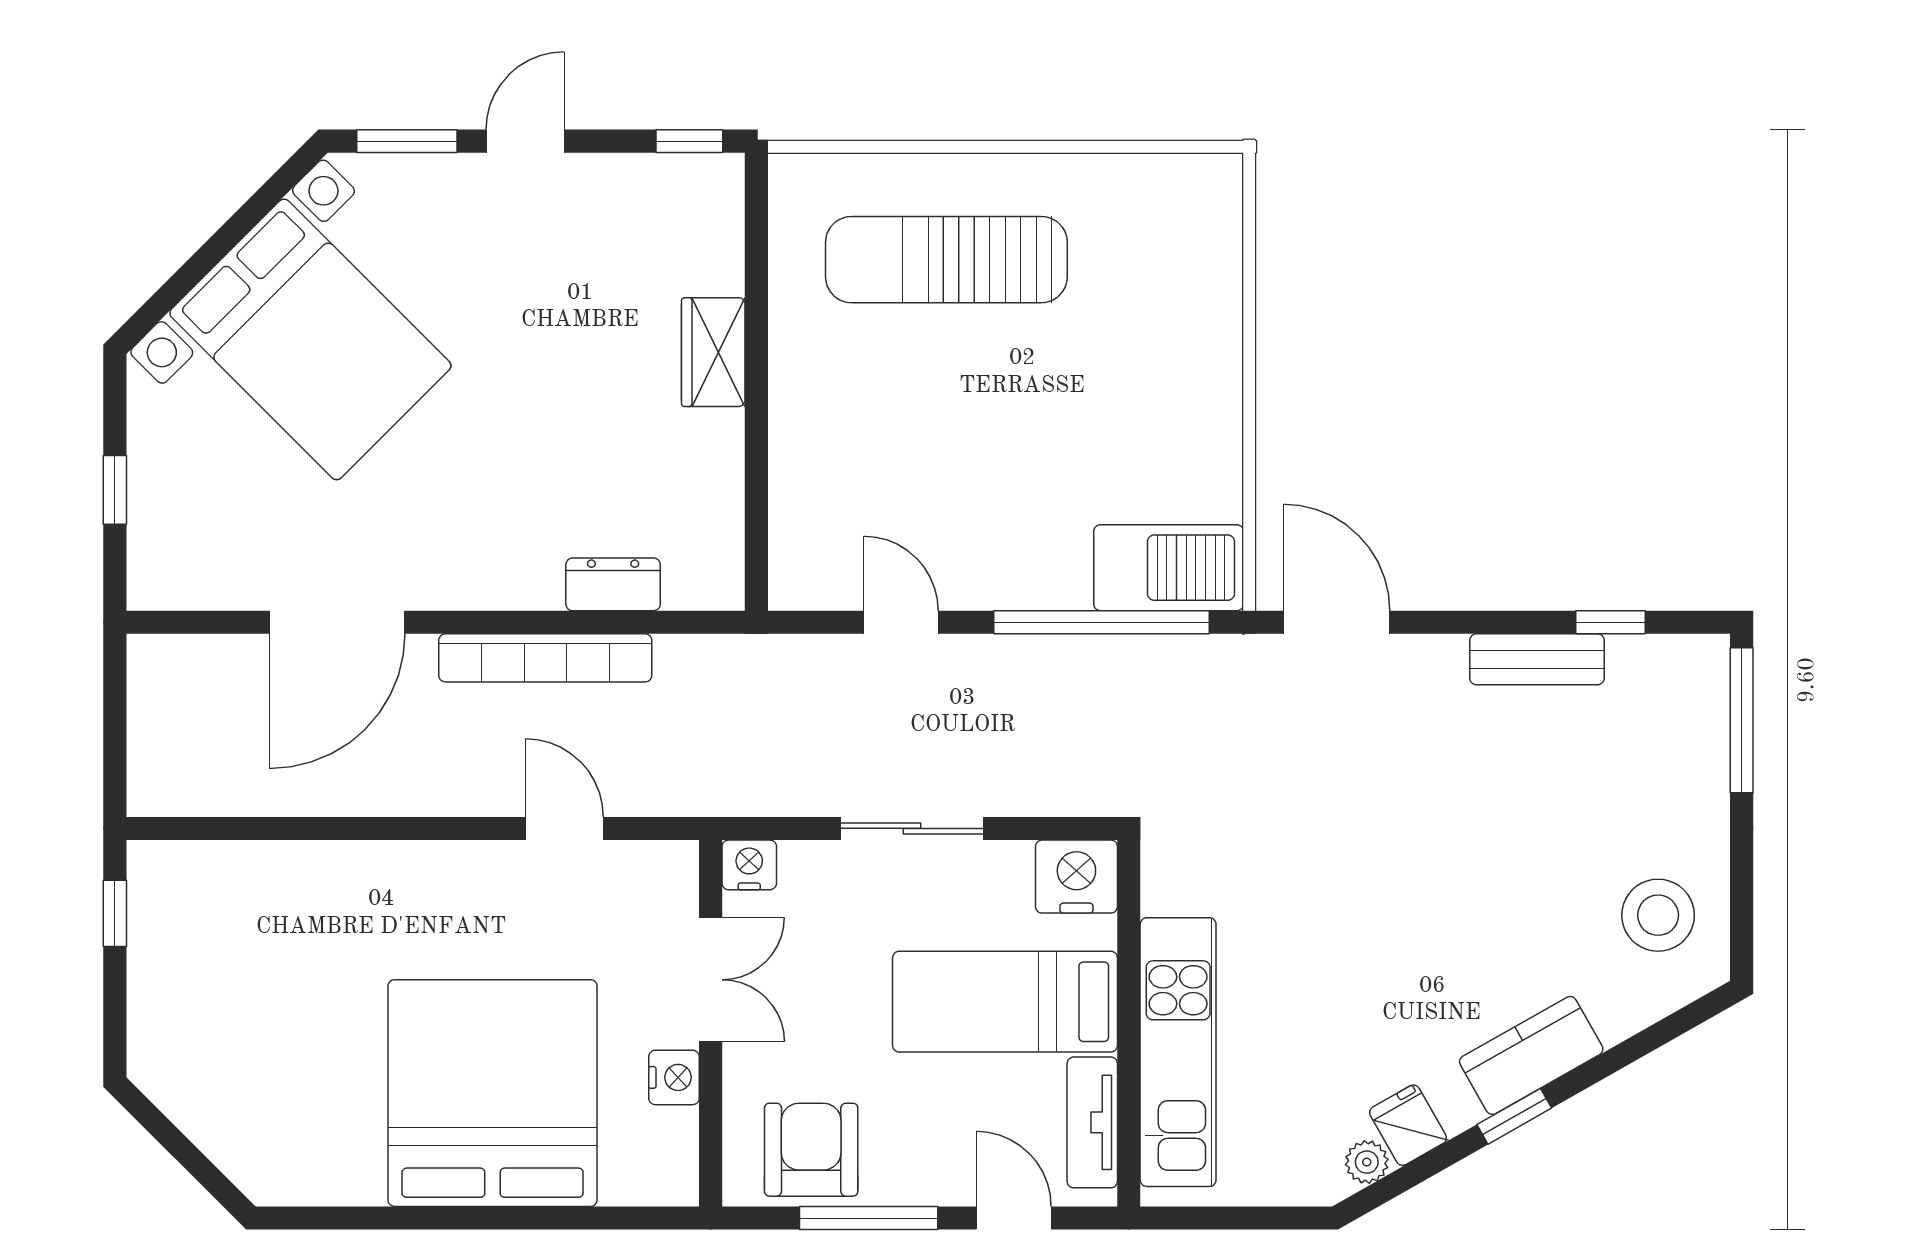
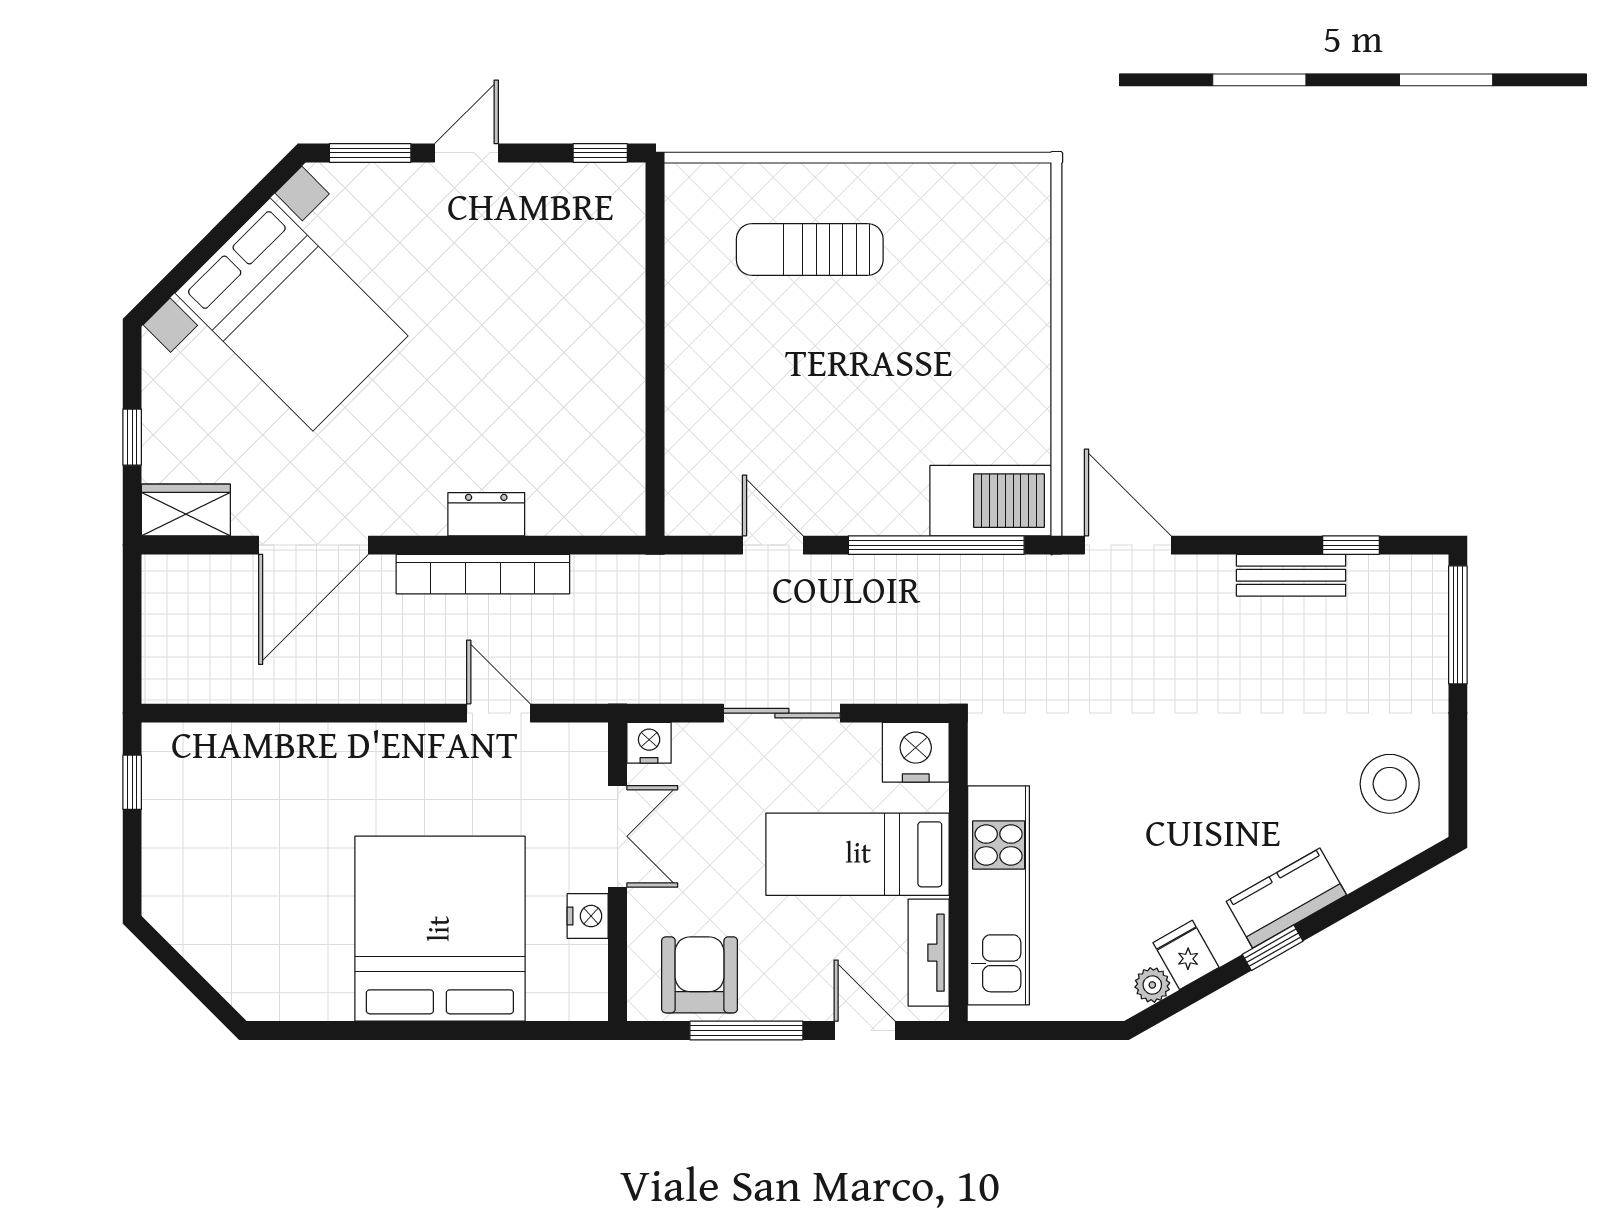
sun lounger: (946, 260) -> (810, 250), width x0.73, depth x0.75
wardrobe: (713, 352) -> (186, 510), moved, turned 90
dresser: (613, 584) -> (486, 514), moved

